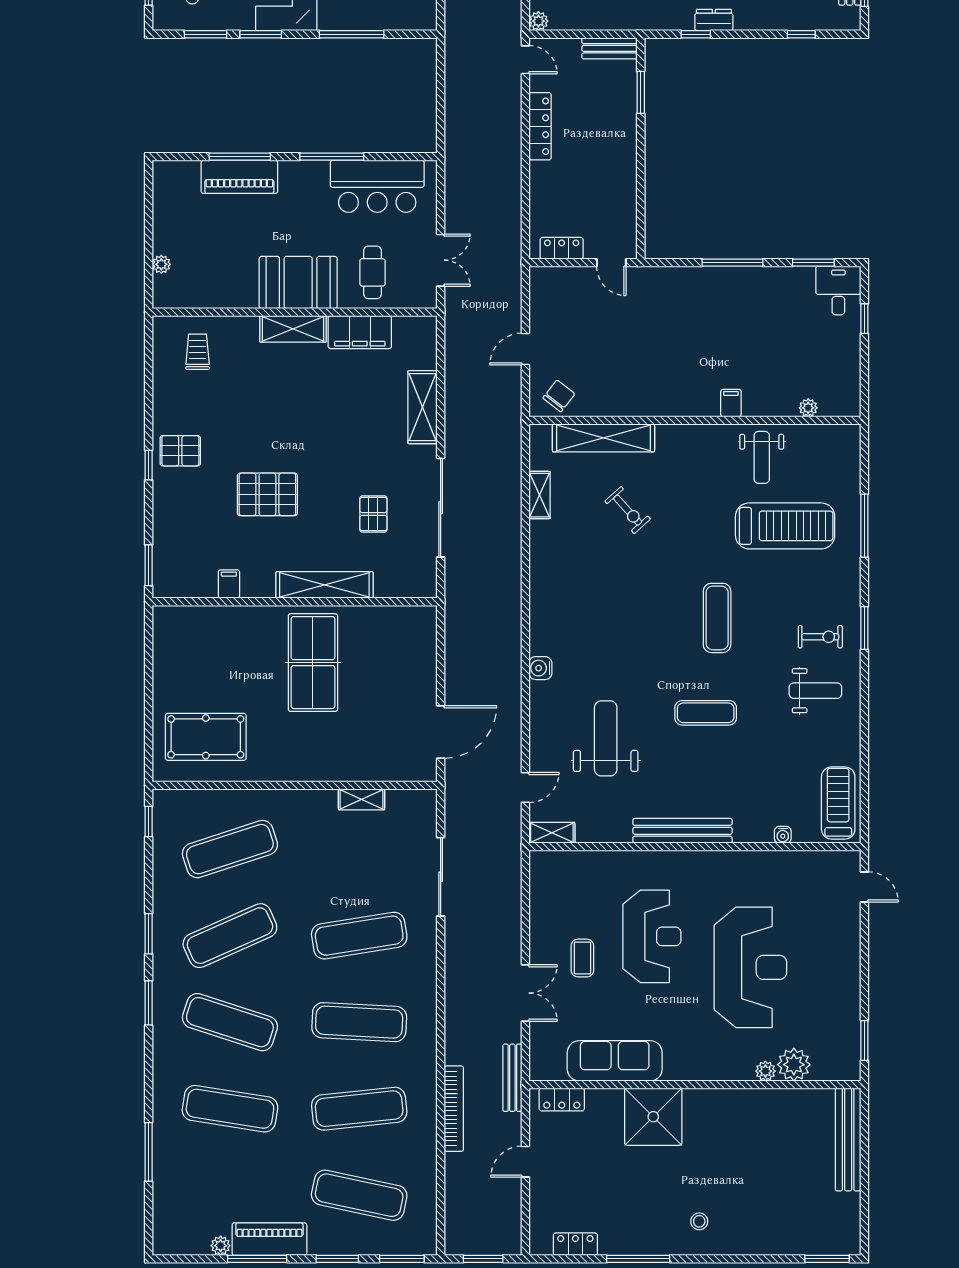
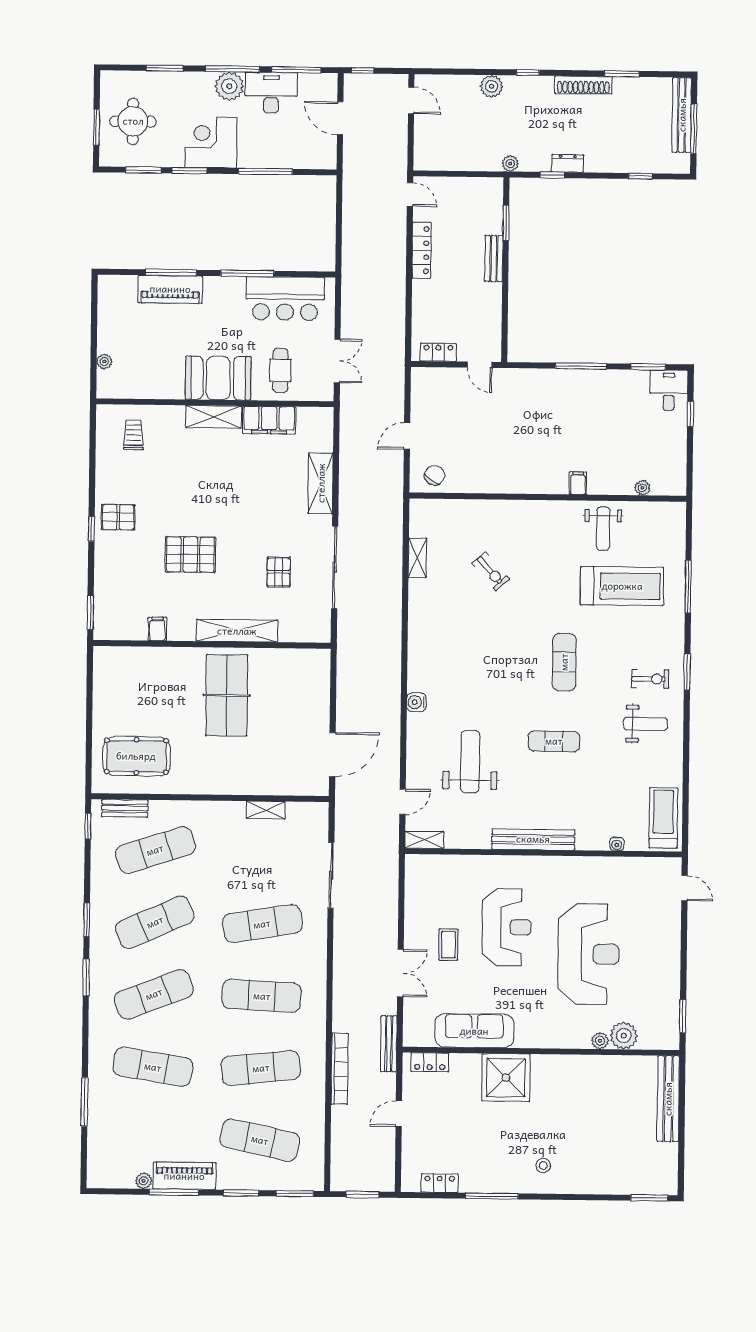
plant: (538, 21) -> (510, 164), moved
bench: (610, 48) -> (494, 259), moved, turned 90
shelving: (603, 438) -> (471, 511), removed
bench: (193, 800) -> (125, 808), added
exercise mat: (230, 1022) -> (154, 994), turned -39

